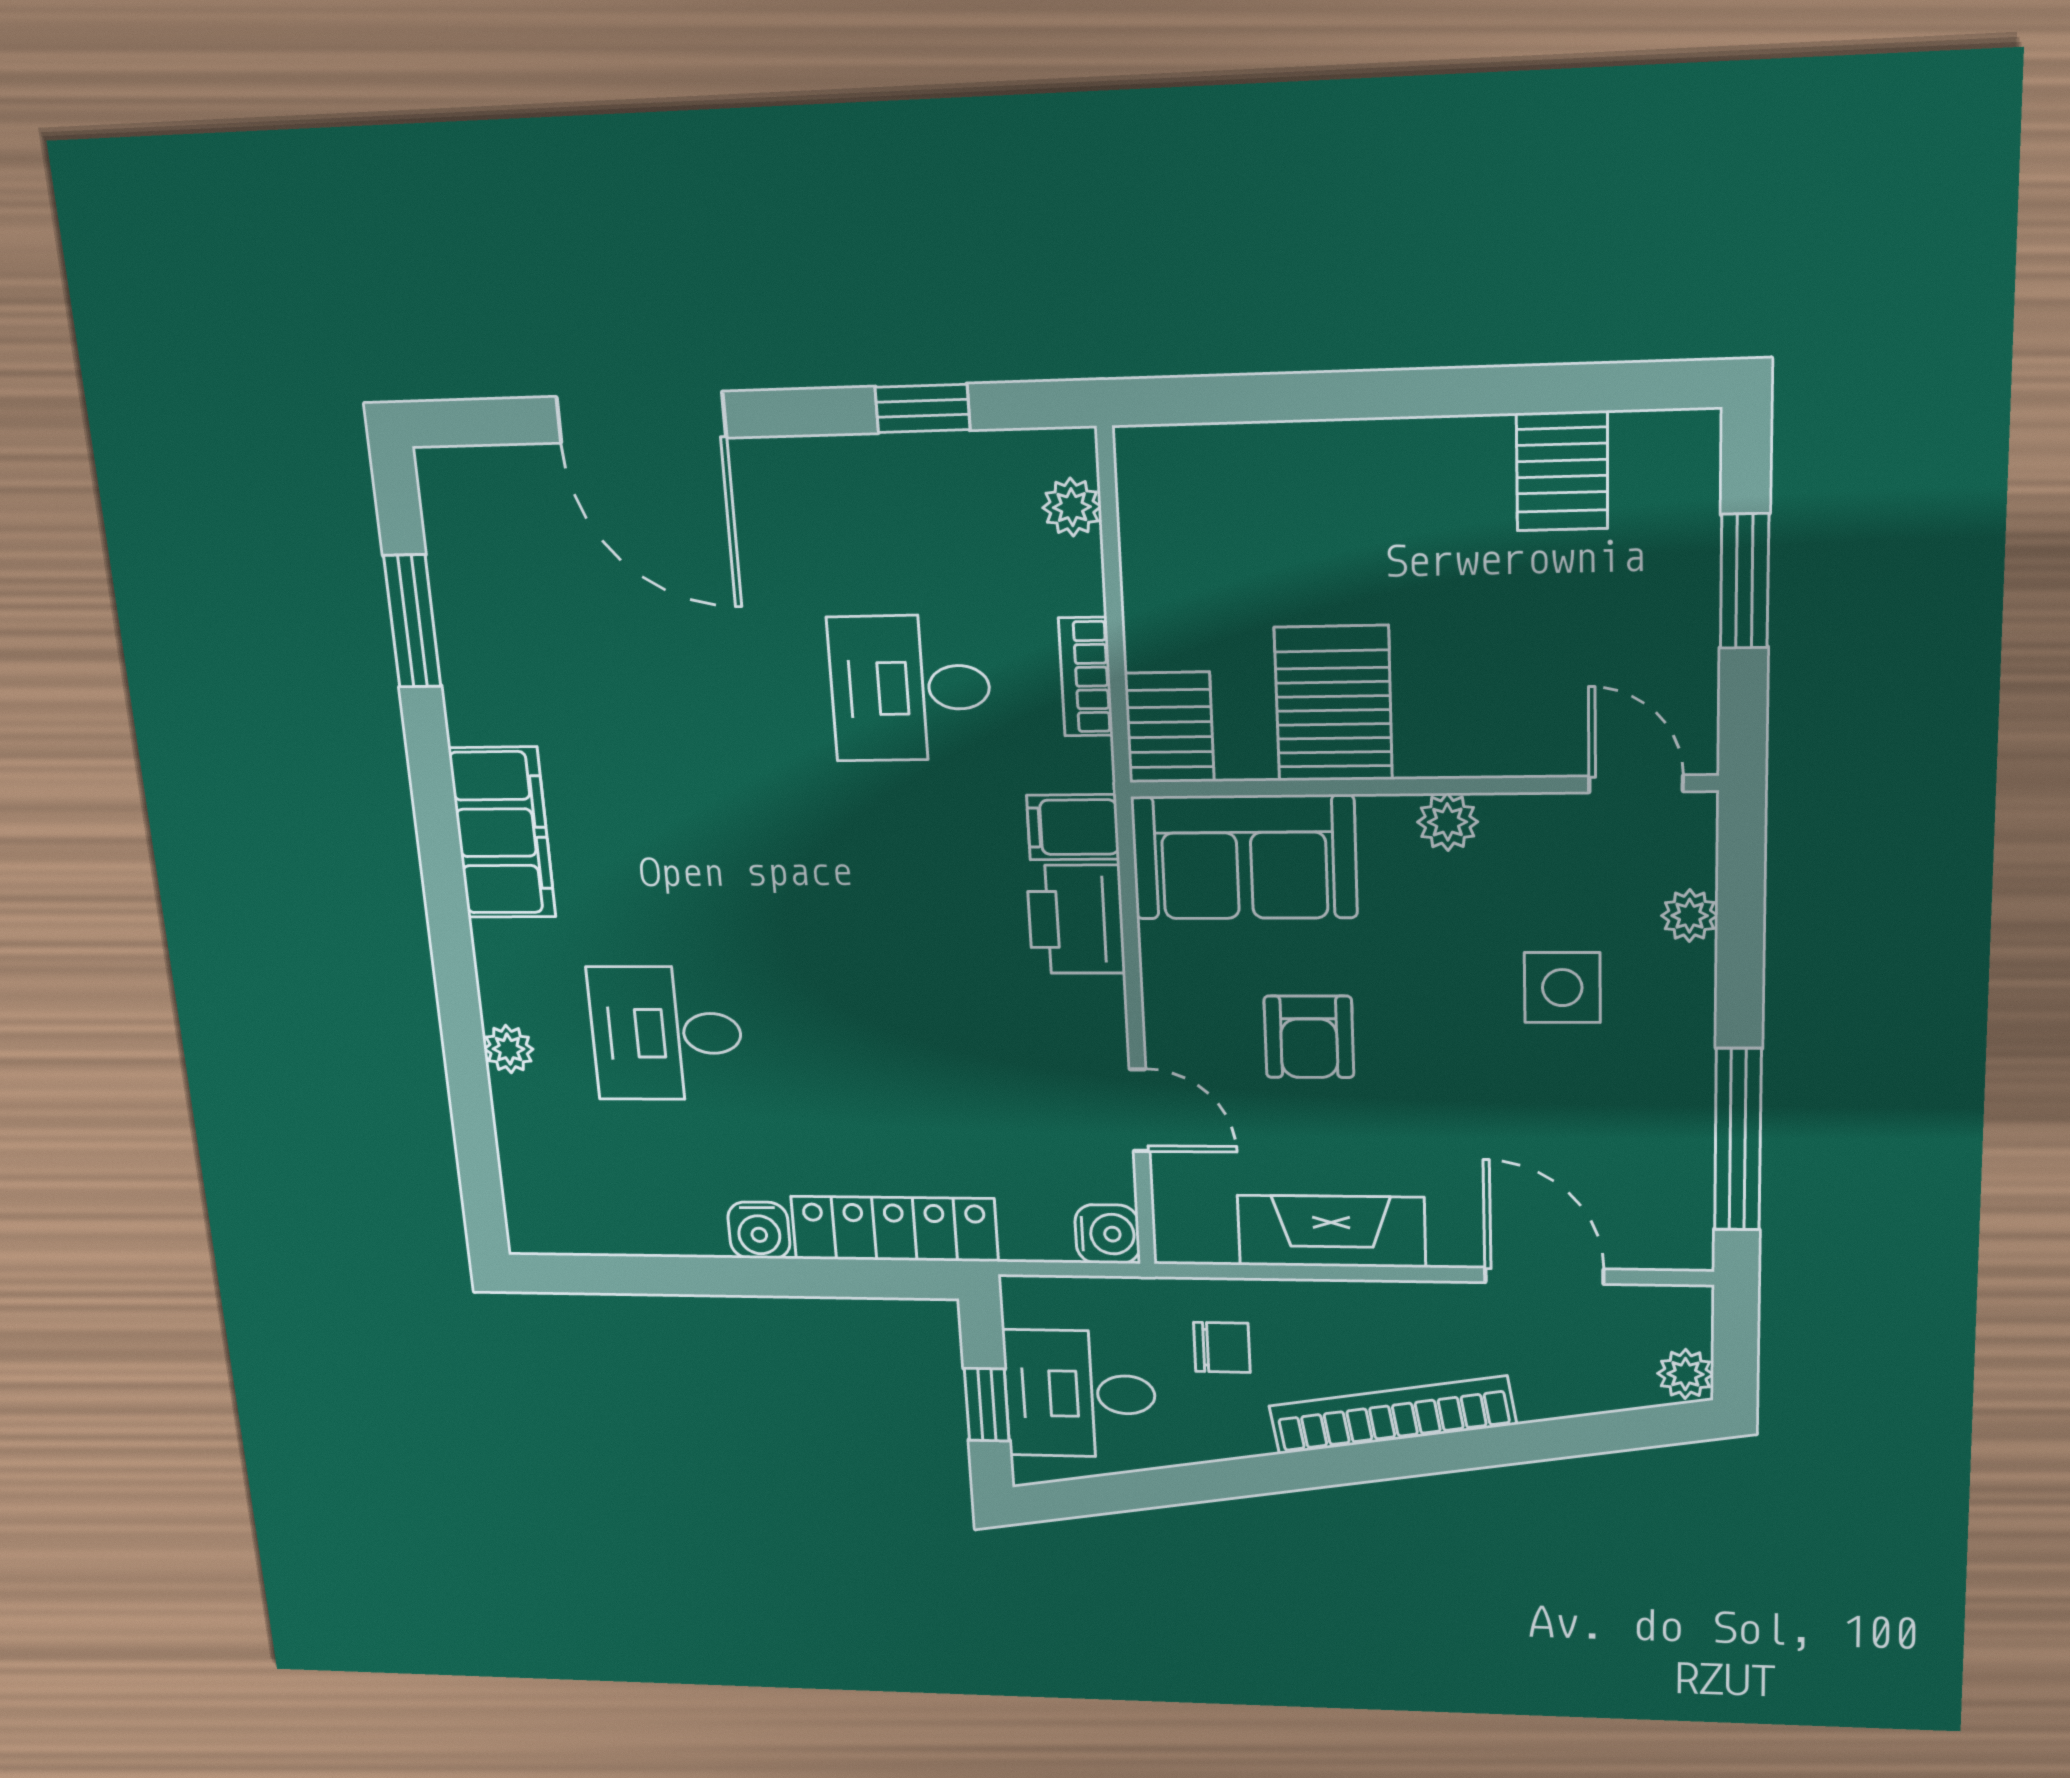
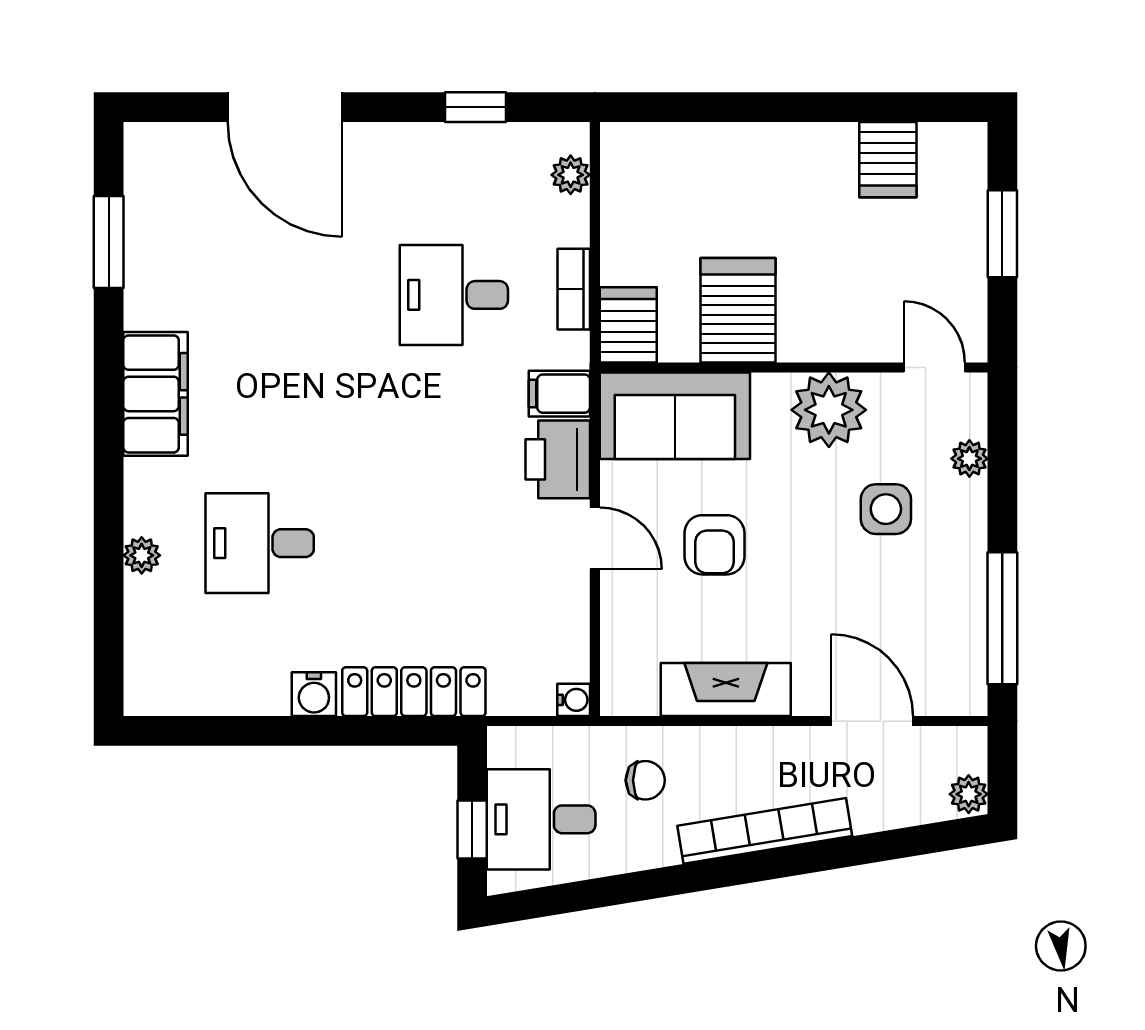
plant: (1448, 822) -> (829, 410), width x1.88, depth x1.88
door: (1139, 1110) -> (595, 538), moved
water cooler: (1107, 1234) -> (574, 700), width x0.72, depth x0.72

